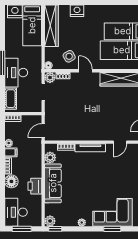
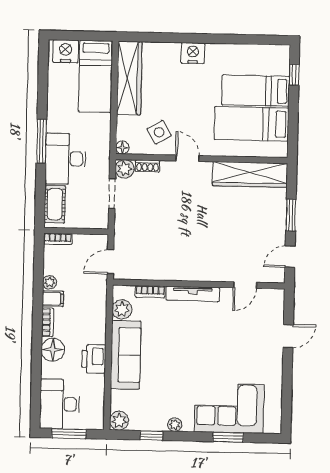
nightstand: (77, 11) -> (193, 53), moved
window: (55, 229) -> (151, 435), moved

